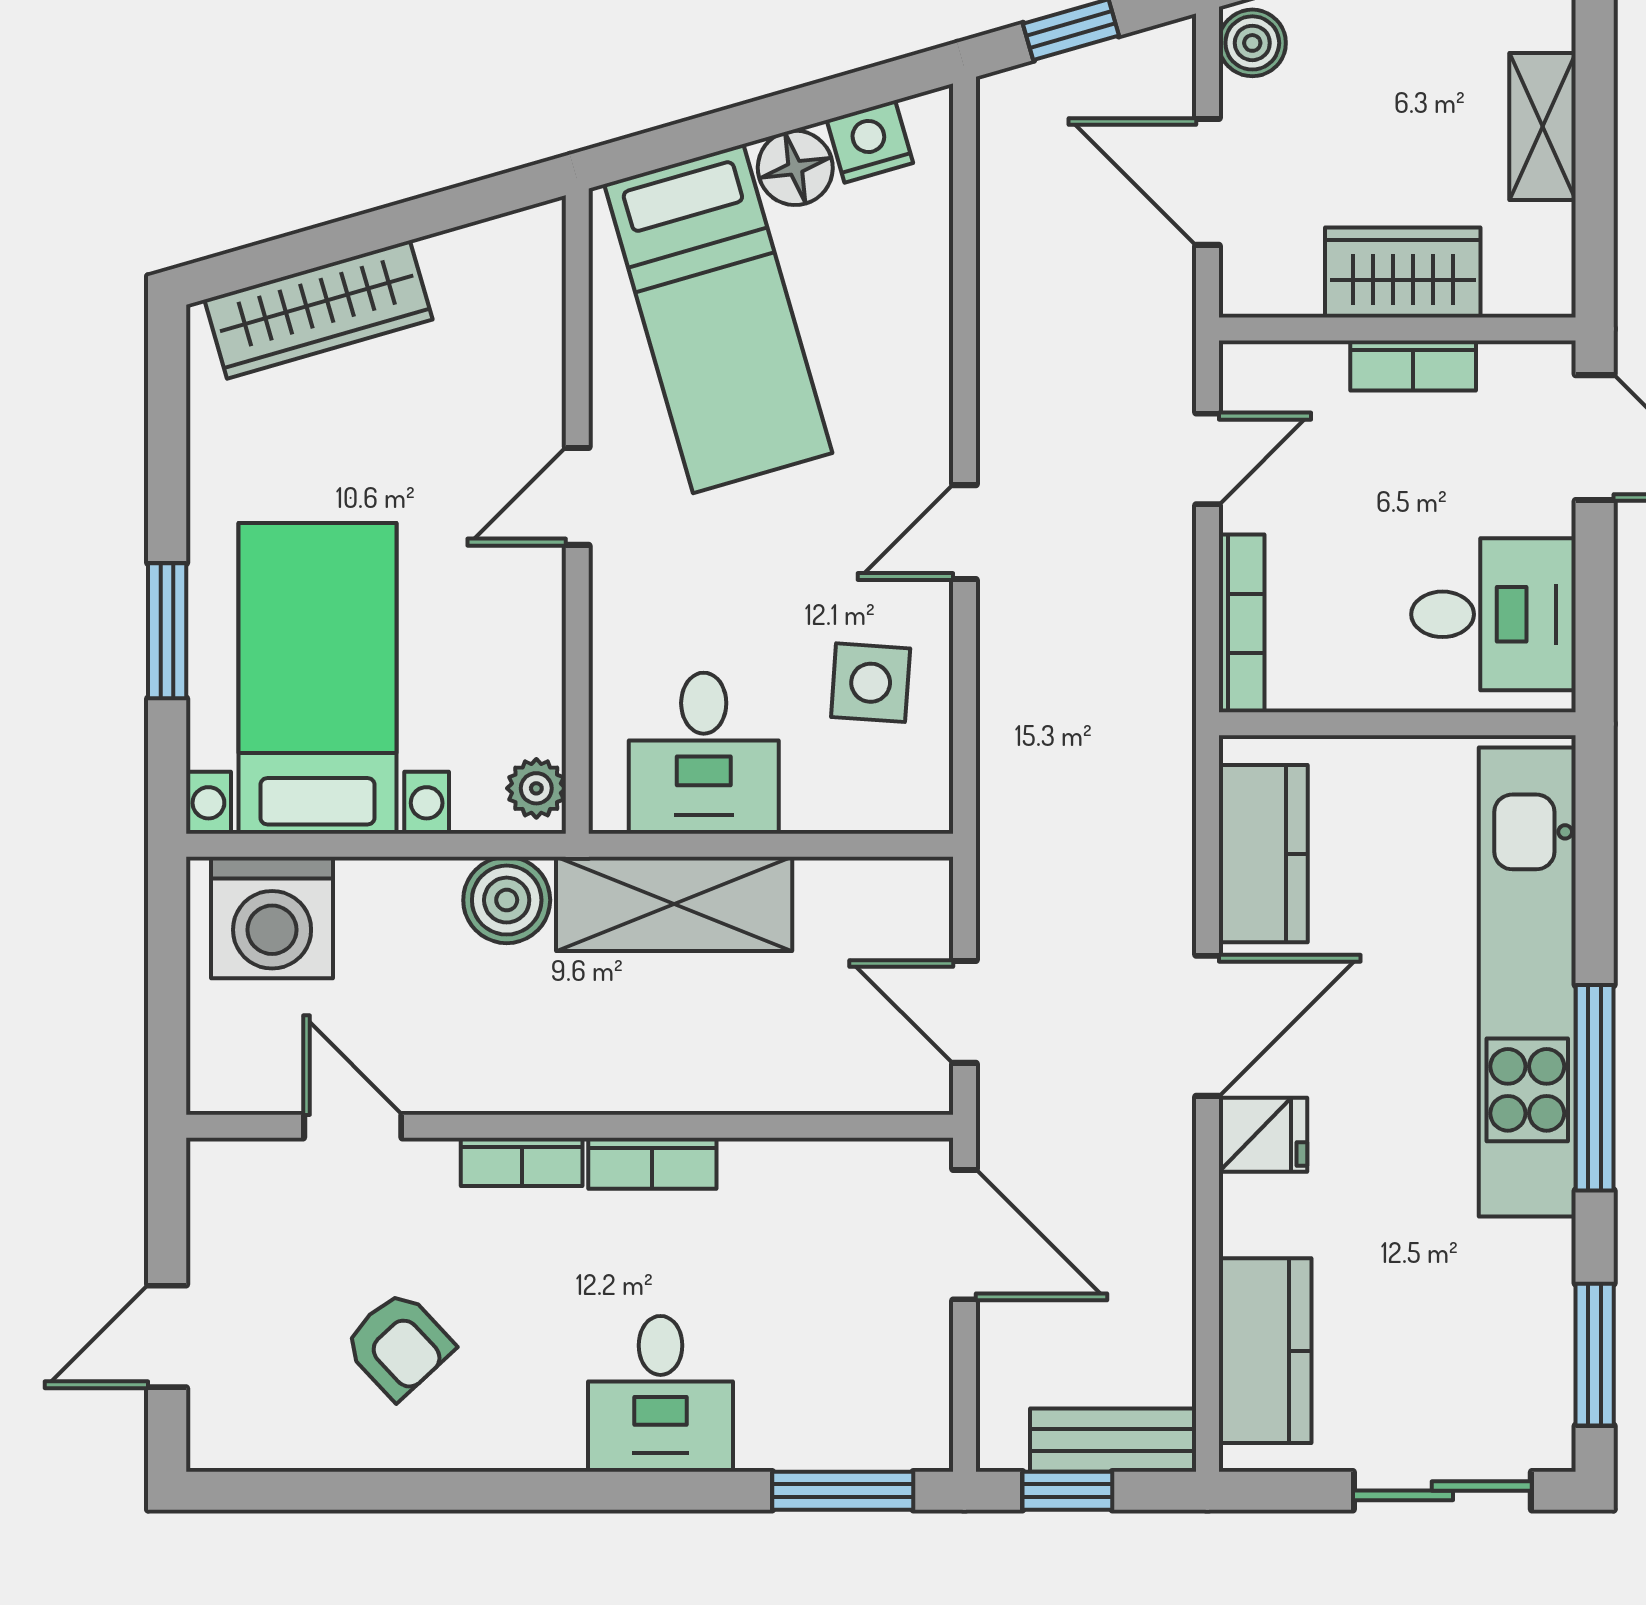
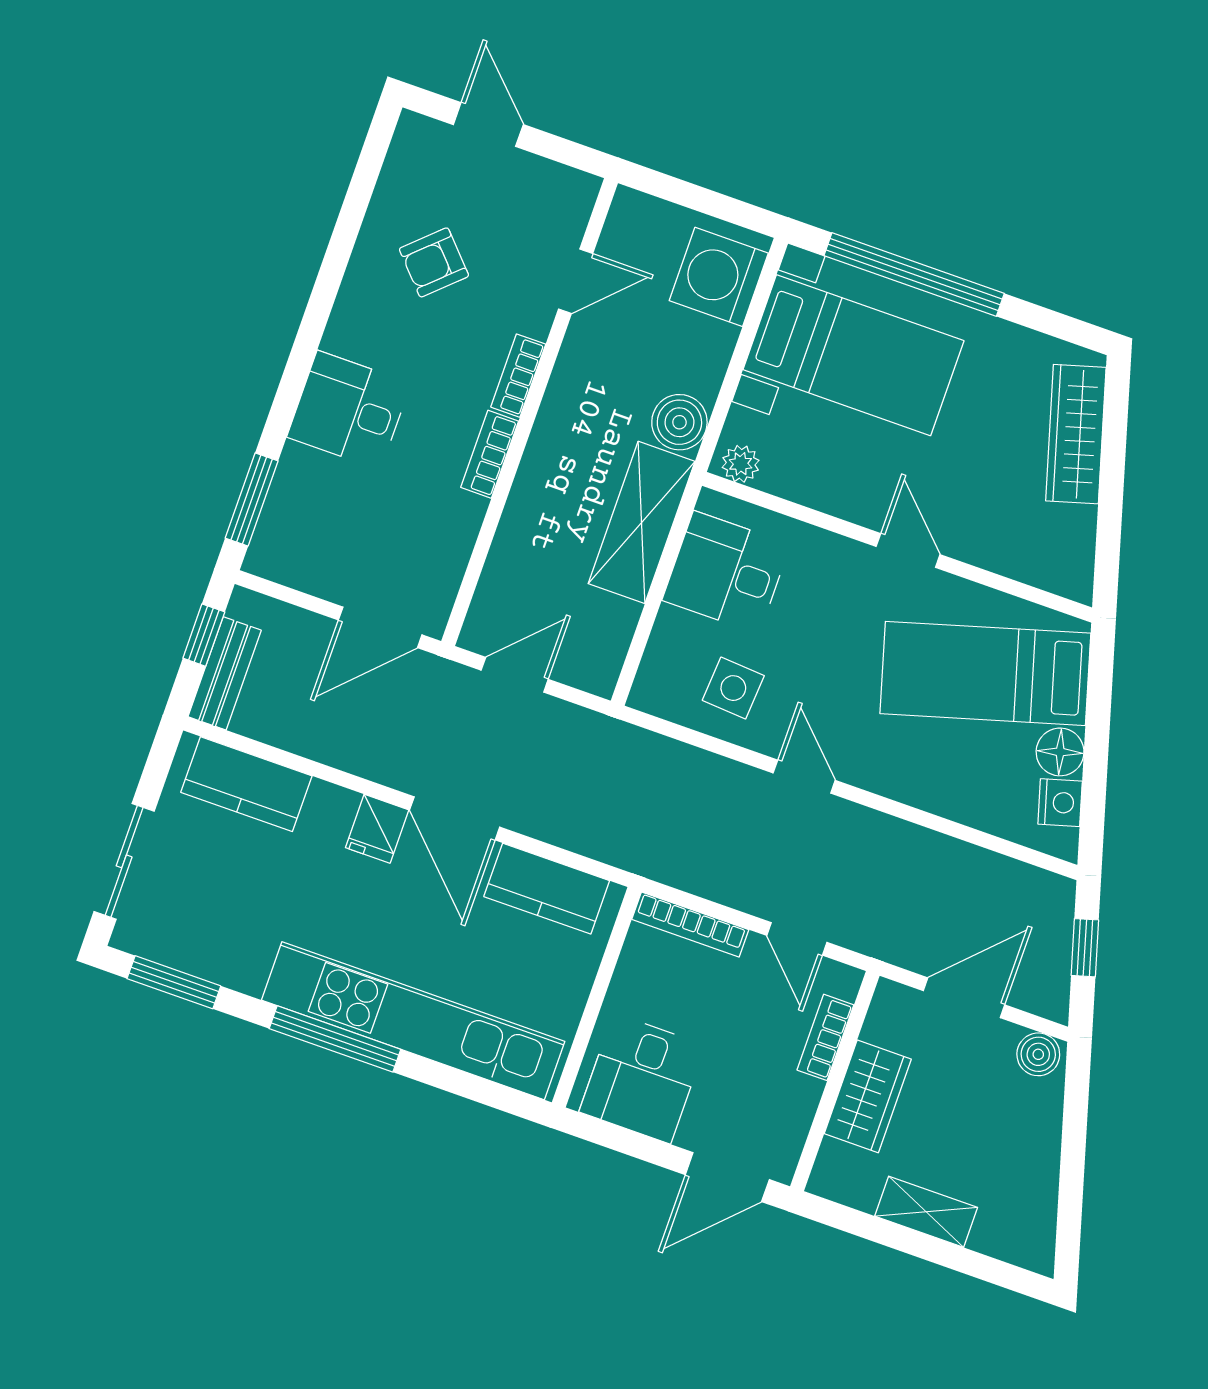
bookcase: (1413, 365) -> (825, 1037), moved
window: (167, 631) -> (914, 275), width x2.11

